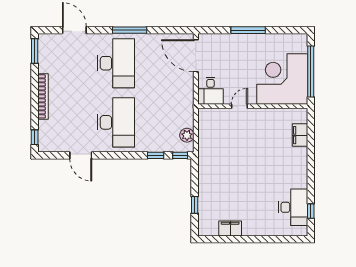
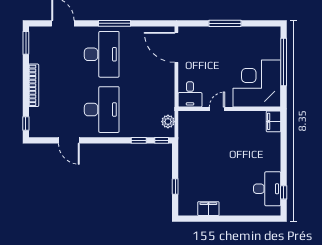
corner desk: (282, 79) -> (257, 84), moved
desk: (210, 91) -> (190, 94), moved
door: (239, 106) -> (217, 109), moved
wall: (253, 106) -> (229, 109), moved

